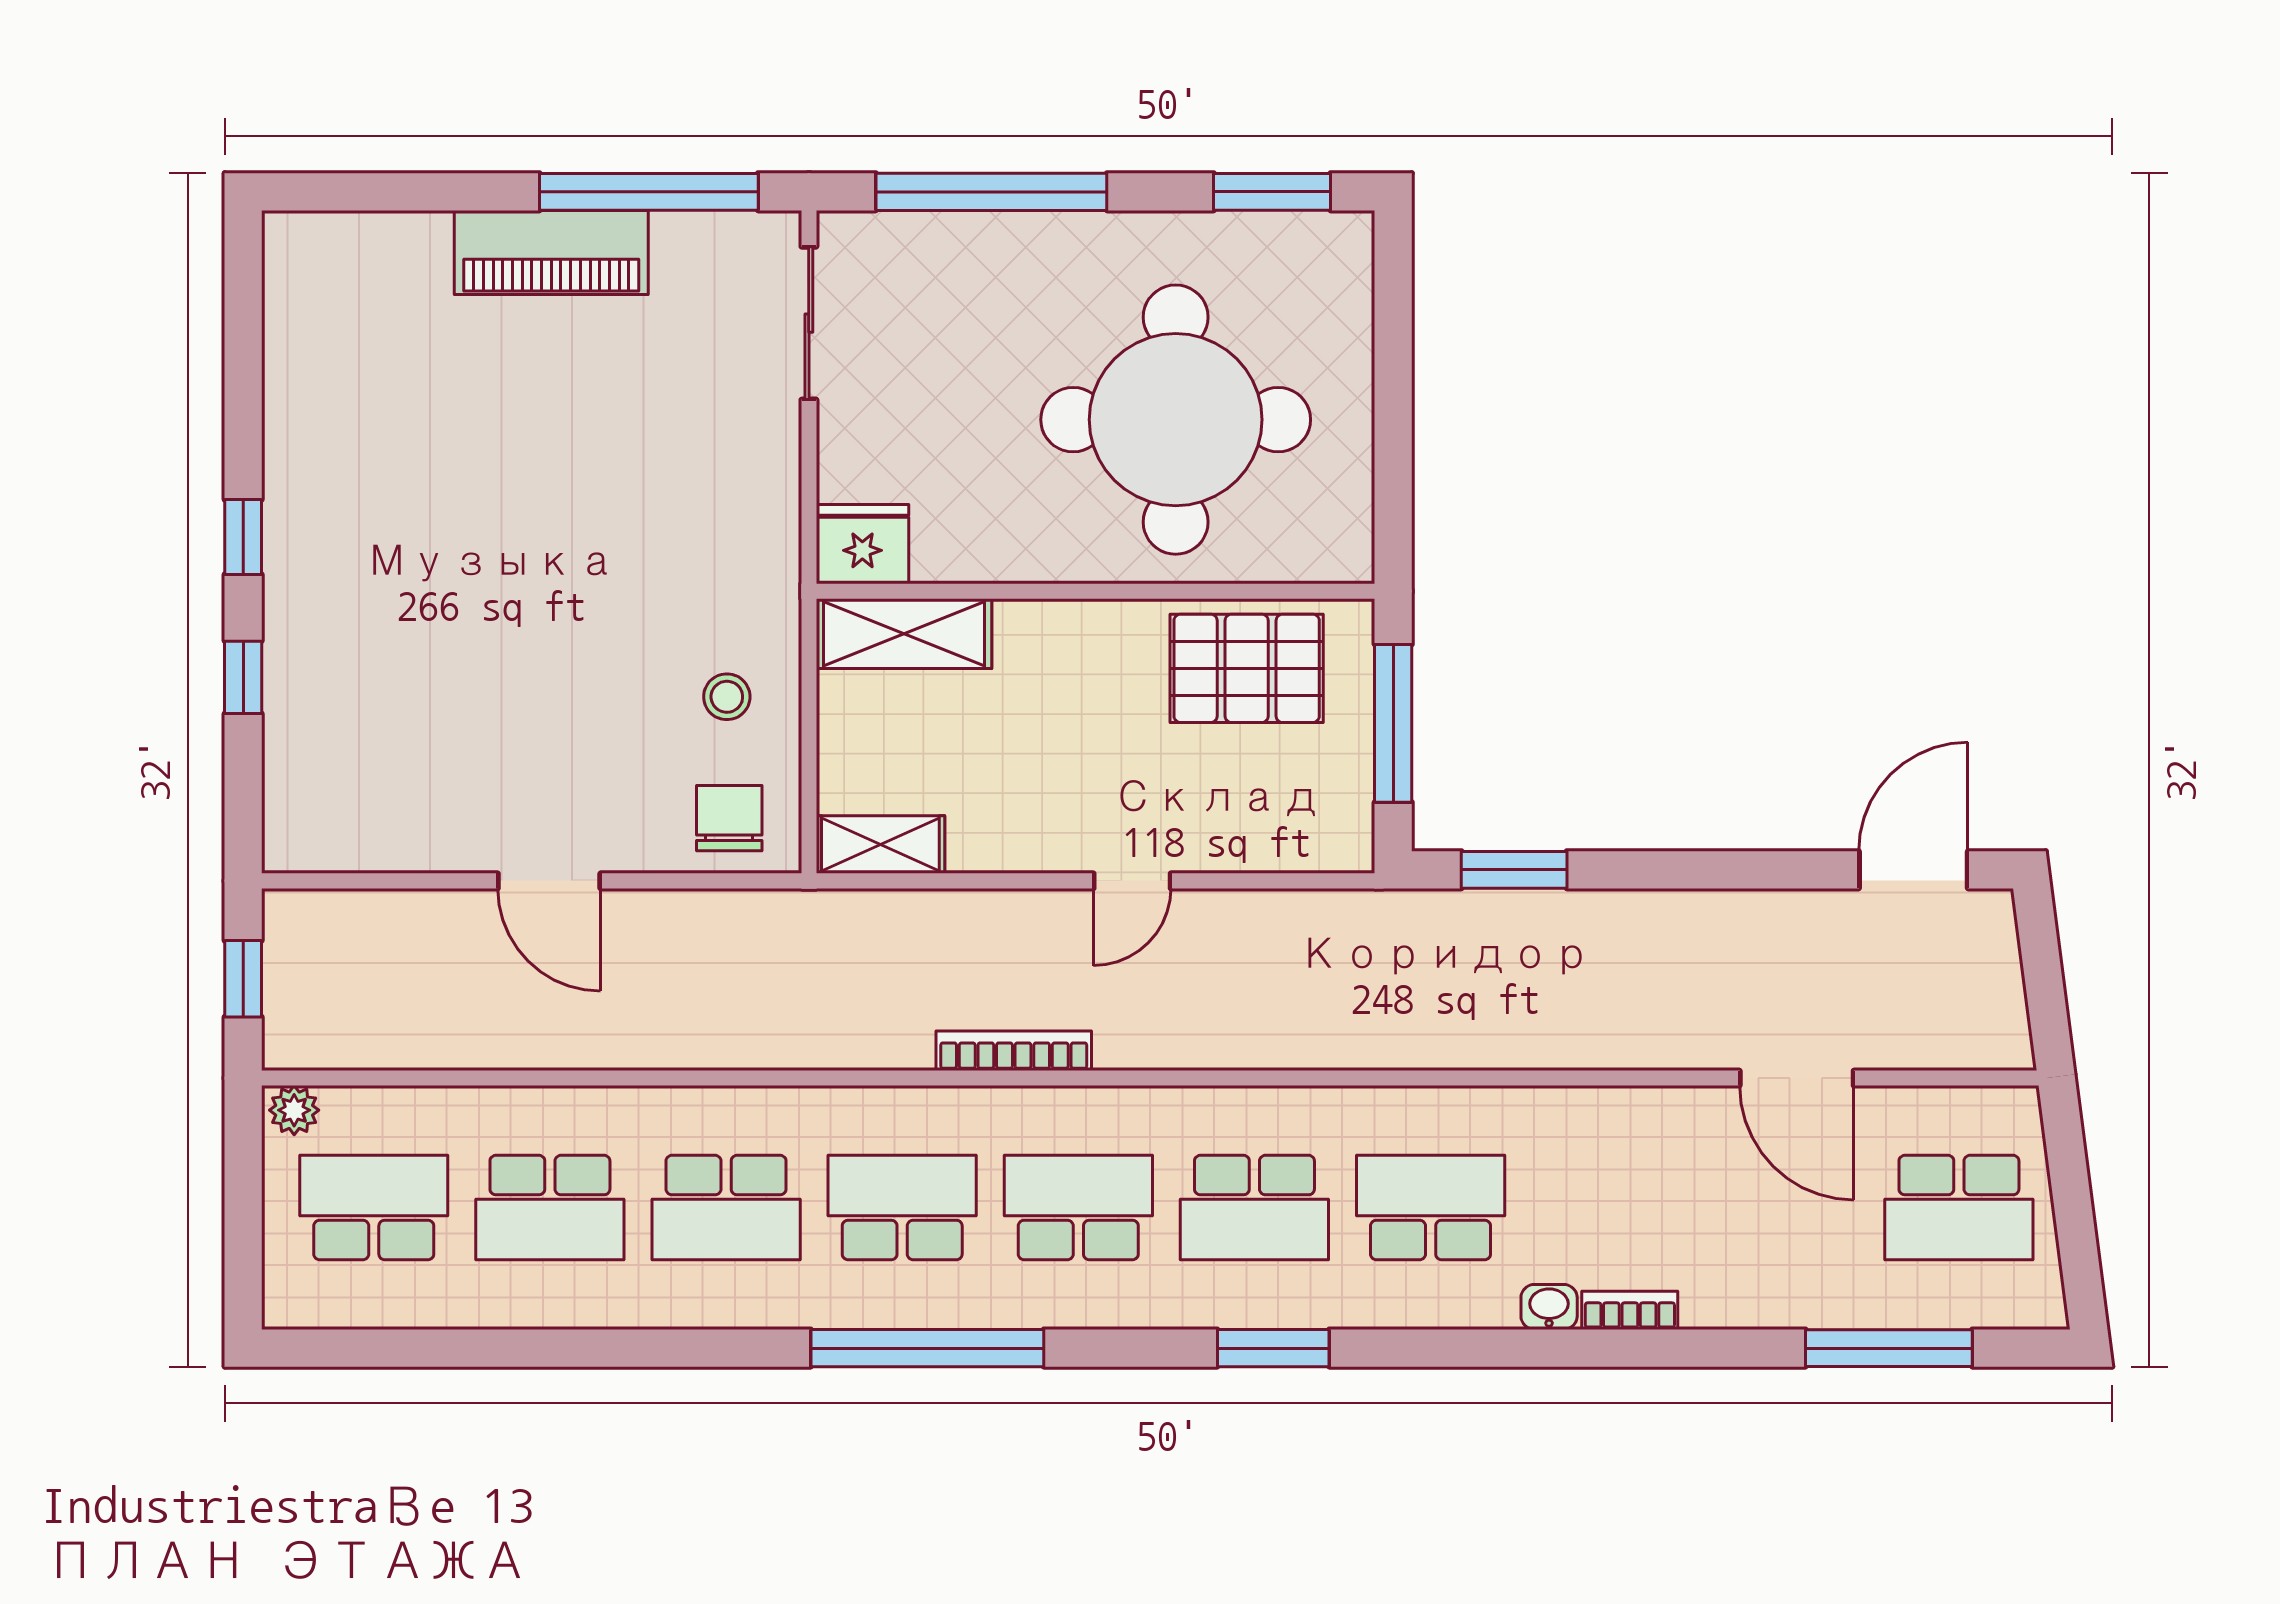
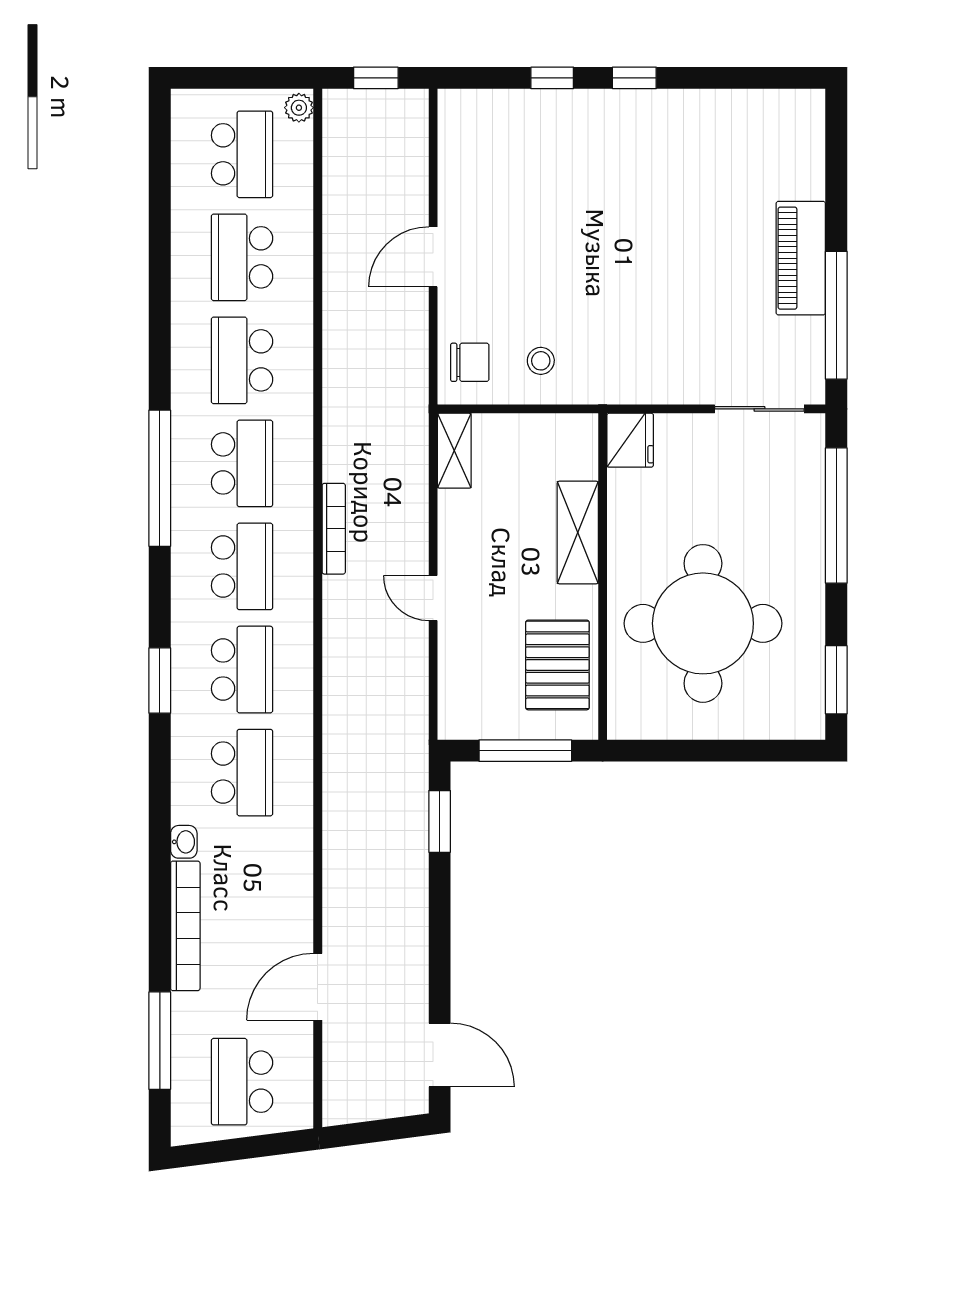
shelving: (904, 634) -> (578, 533), moved
school desk: (1254, 1208) -> (242, 670), turned 180
bookcase: (1630, 1310) -> (185, 926), width x2.31, depth x1.31

